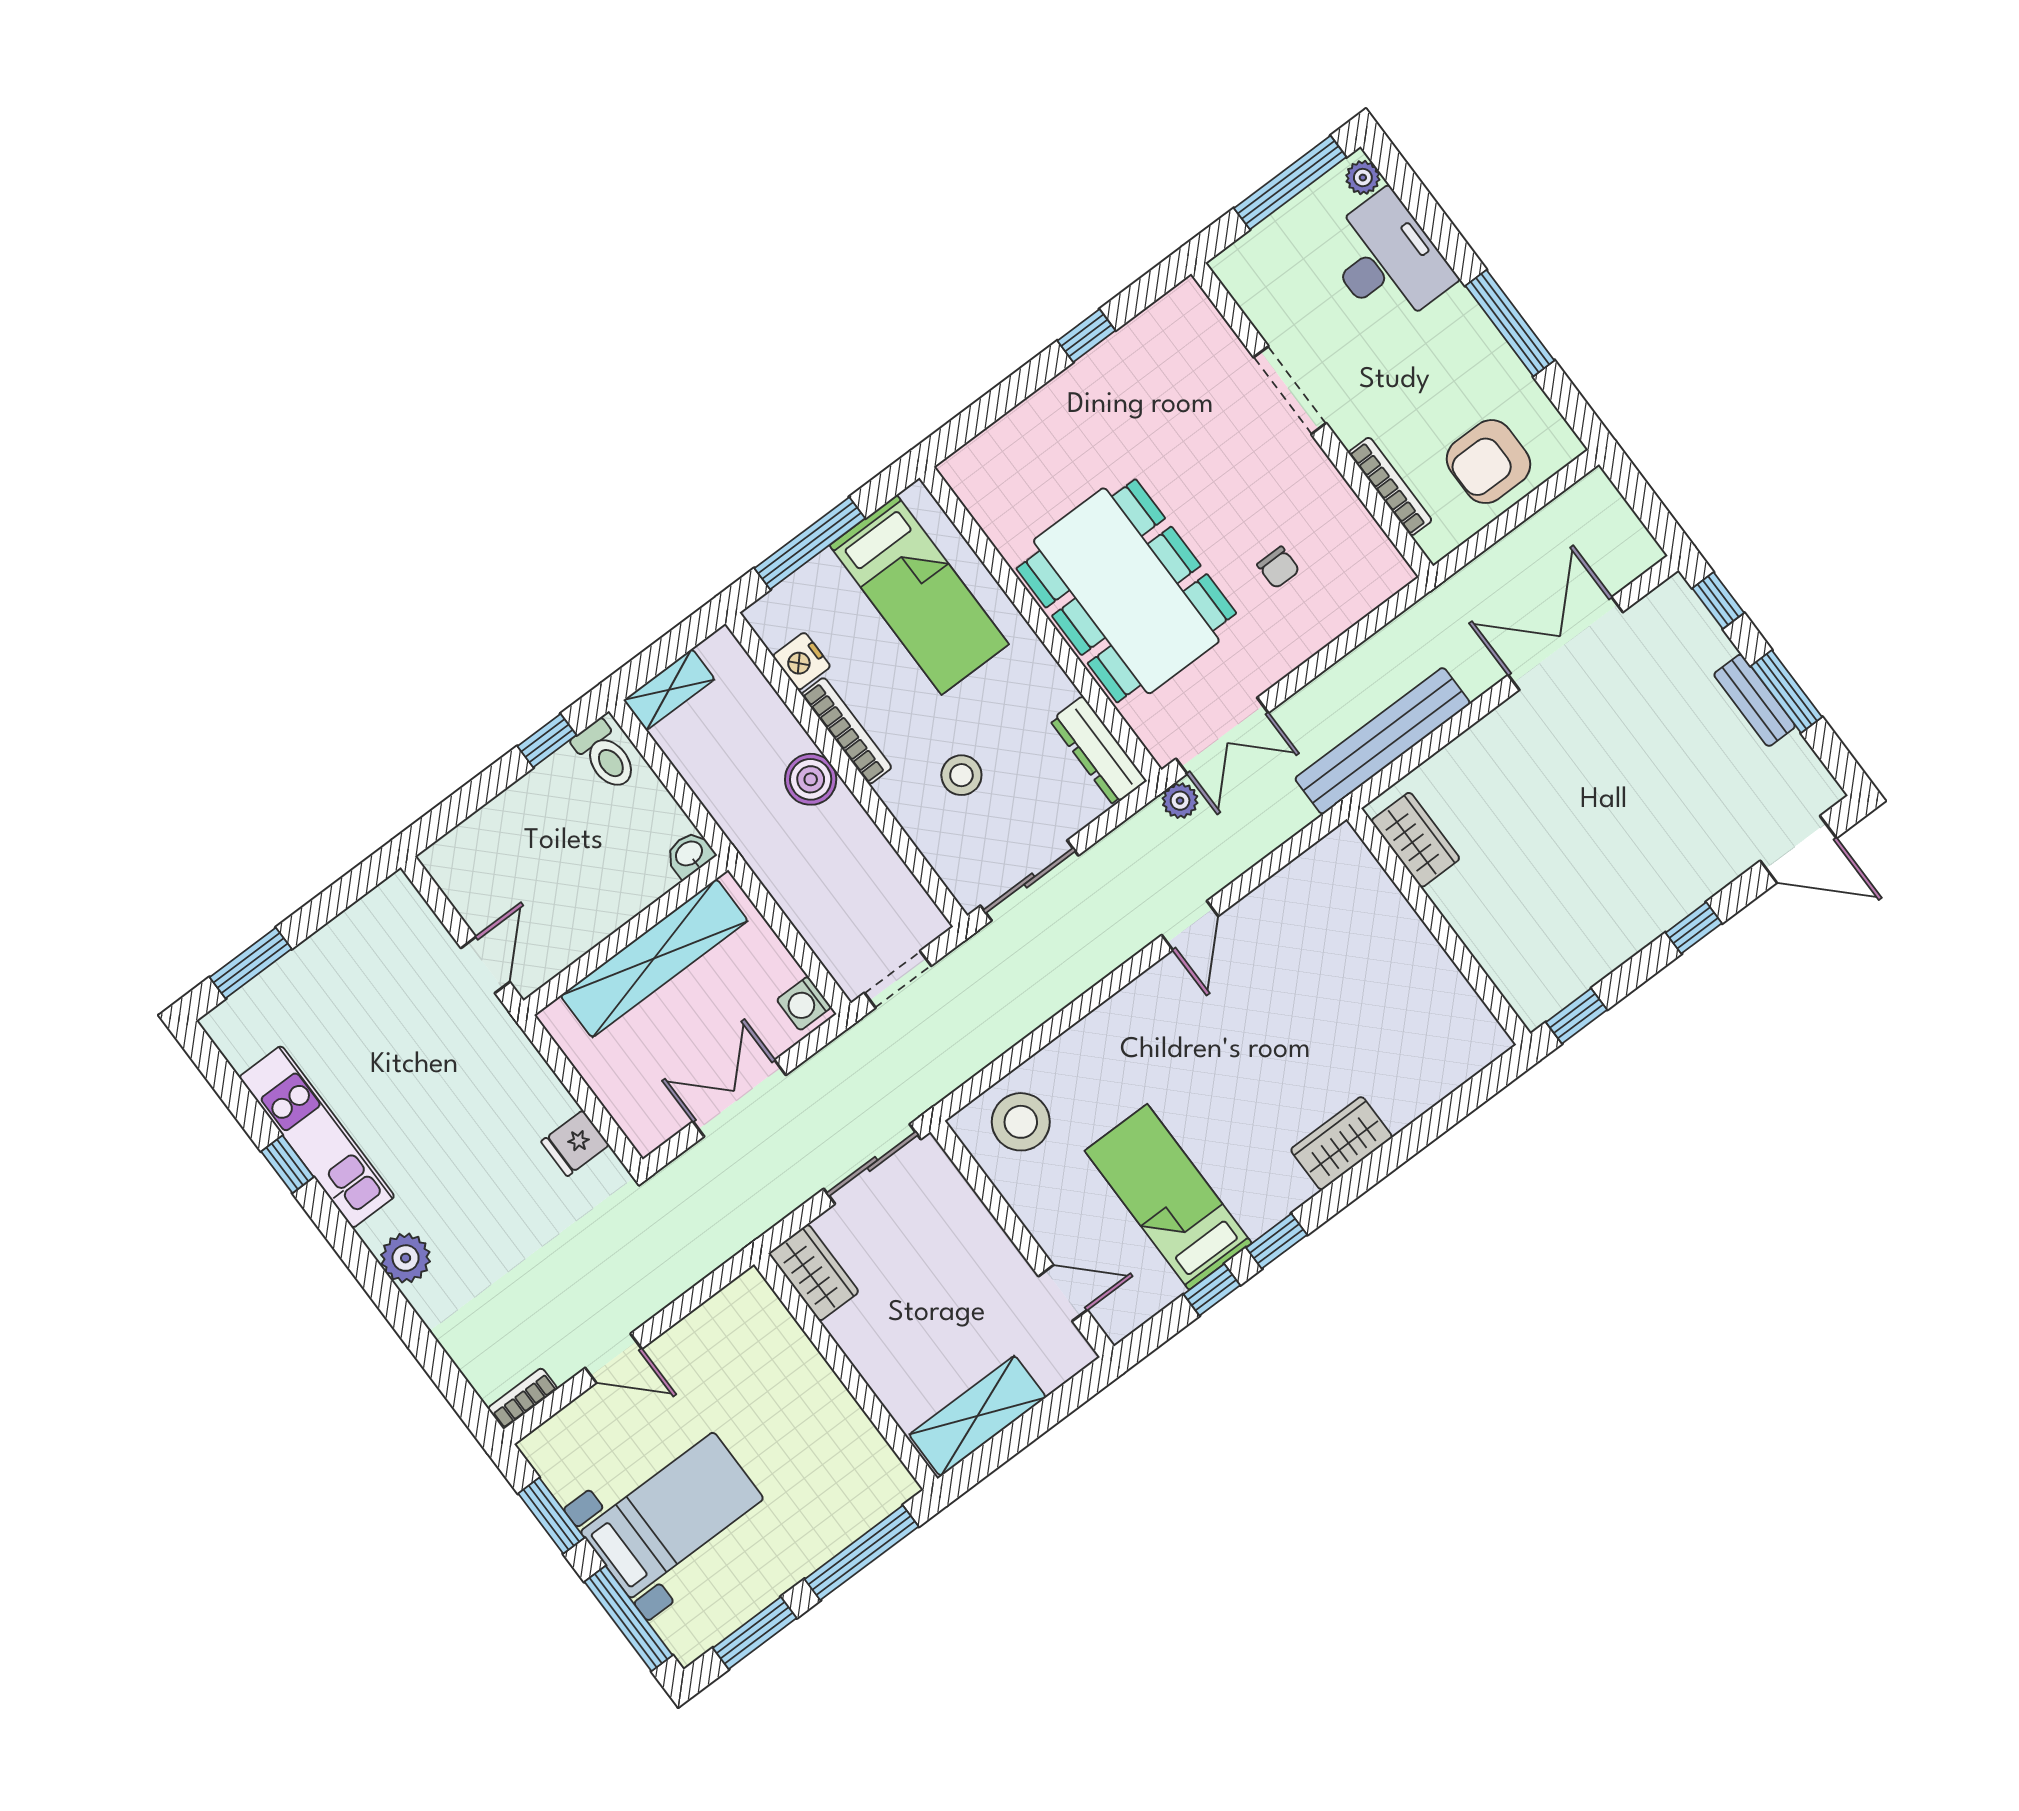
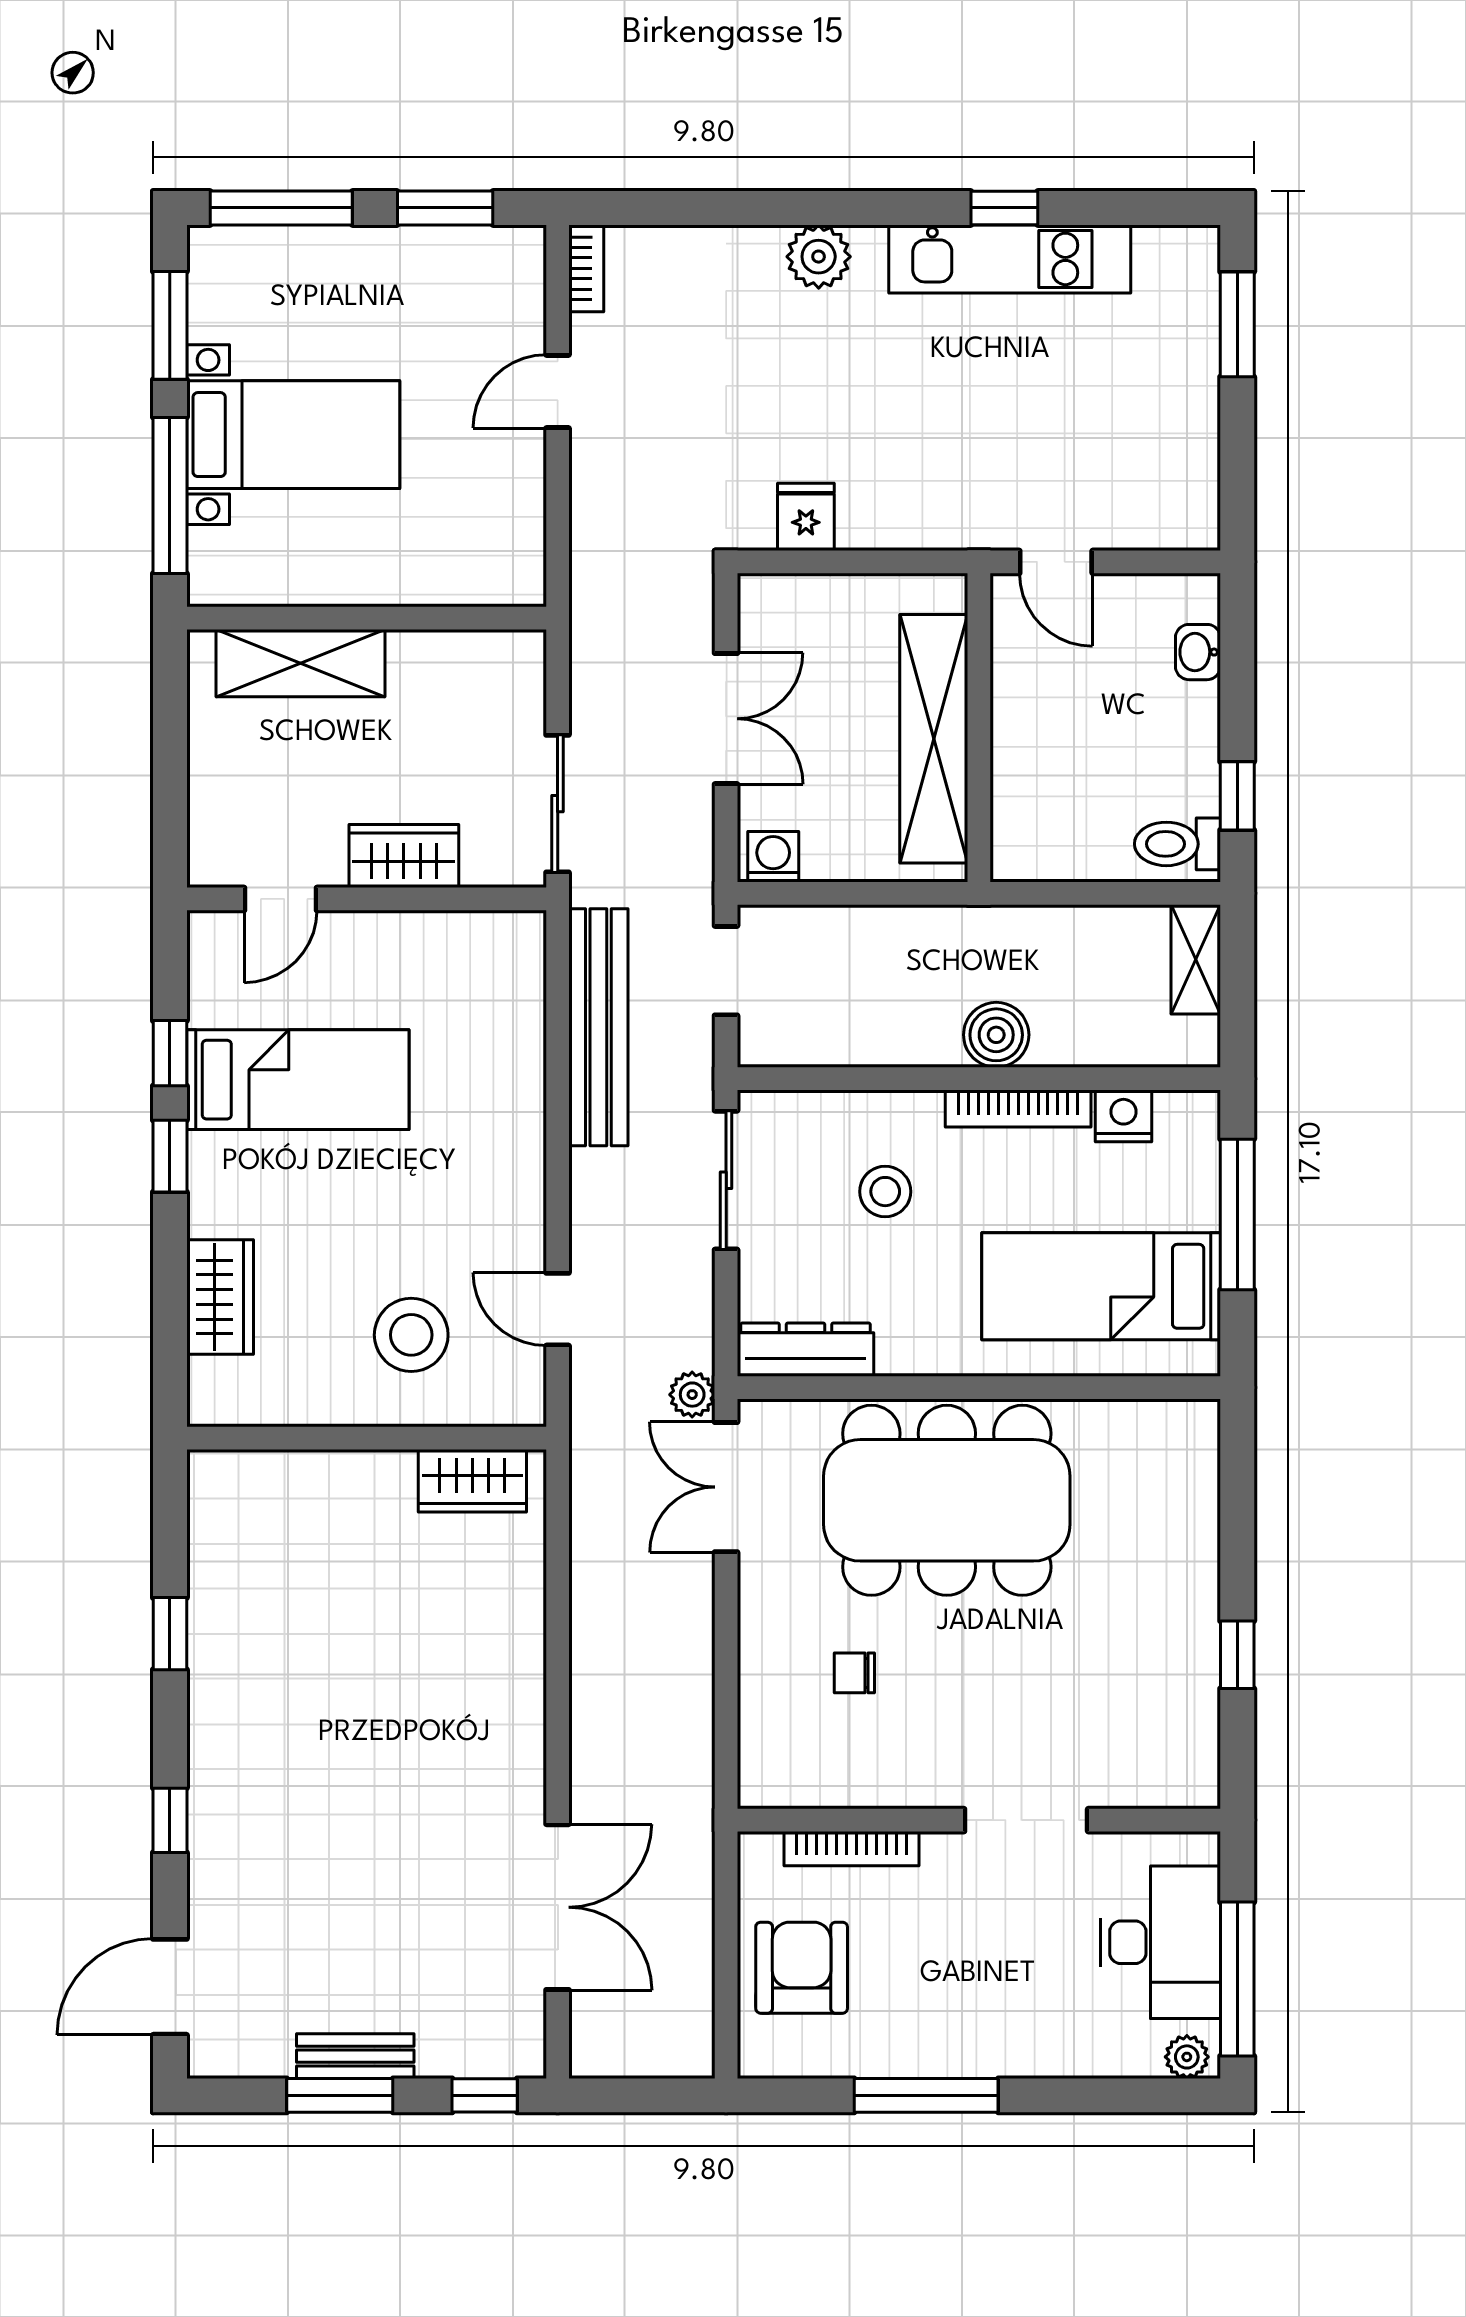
desk: (1387, 260) -> (1160, 1942), moved, turned -90
bench: (1383, 741) -> (598, 1027), moved
wardrobe: (1415, 840) -> (472, 1481), moved
washbasin: (690, 854) -> (1198, 652), moved, turned 180
wall: (1439, 926) -> (367, 1438), moved
stool: (1021, 1122) -> (411, 1335), moved
wardrobe: (814, 1273) -> (404, 856), moved, turned 180
shelving: (978, 1416) -> (300, 663), moved, turned 90
bed with nightstands: (672, 1515) -> (293, 435), moved, turned -90

